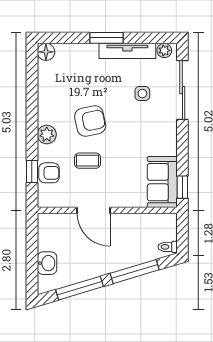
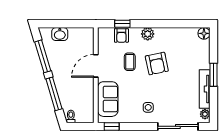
side table: (142, 94) -> (148, 107), moved
sofa: (162, 182) -> (108, 99), moved, turned 90

